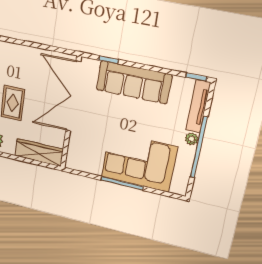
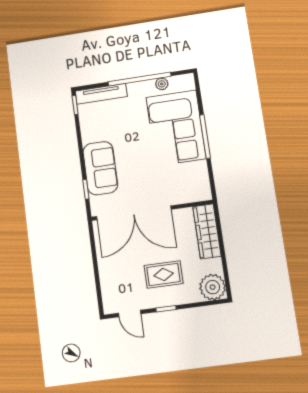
sofa: (134, 82) -> (100, 168), width x0.73
plant: (192, 139) -> (162, 84), moved

